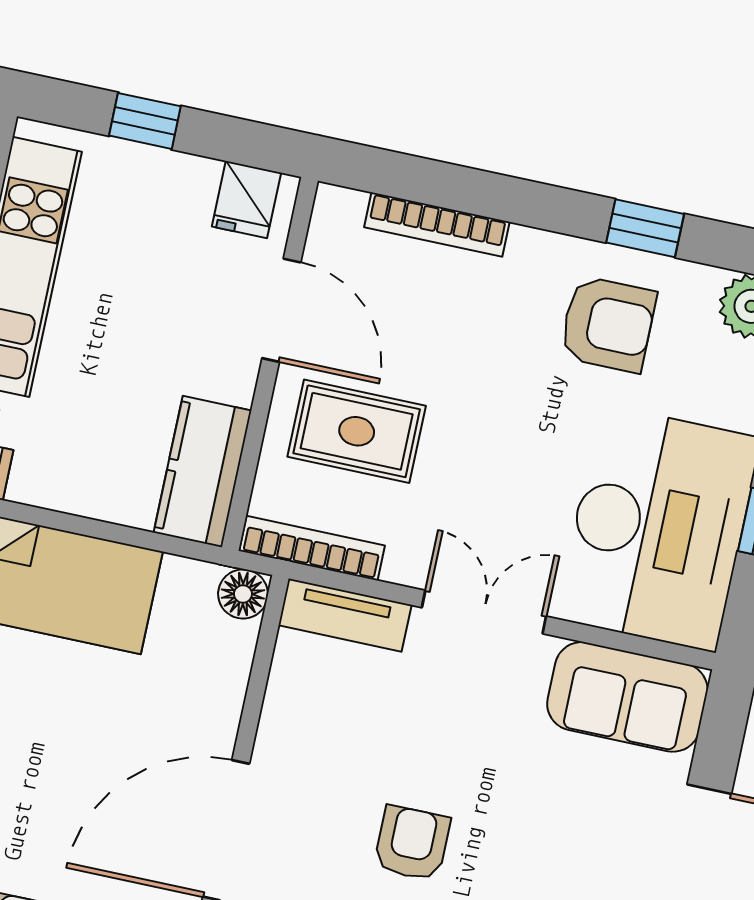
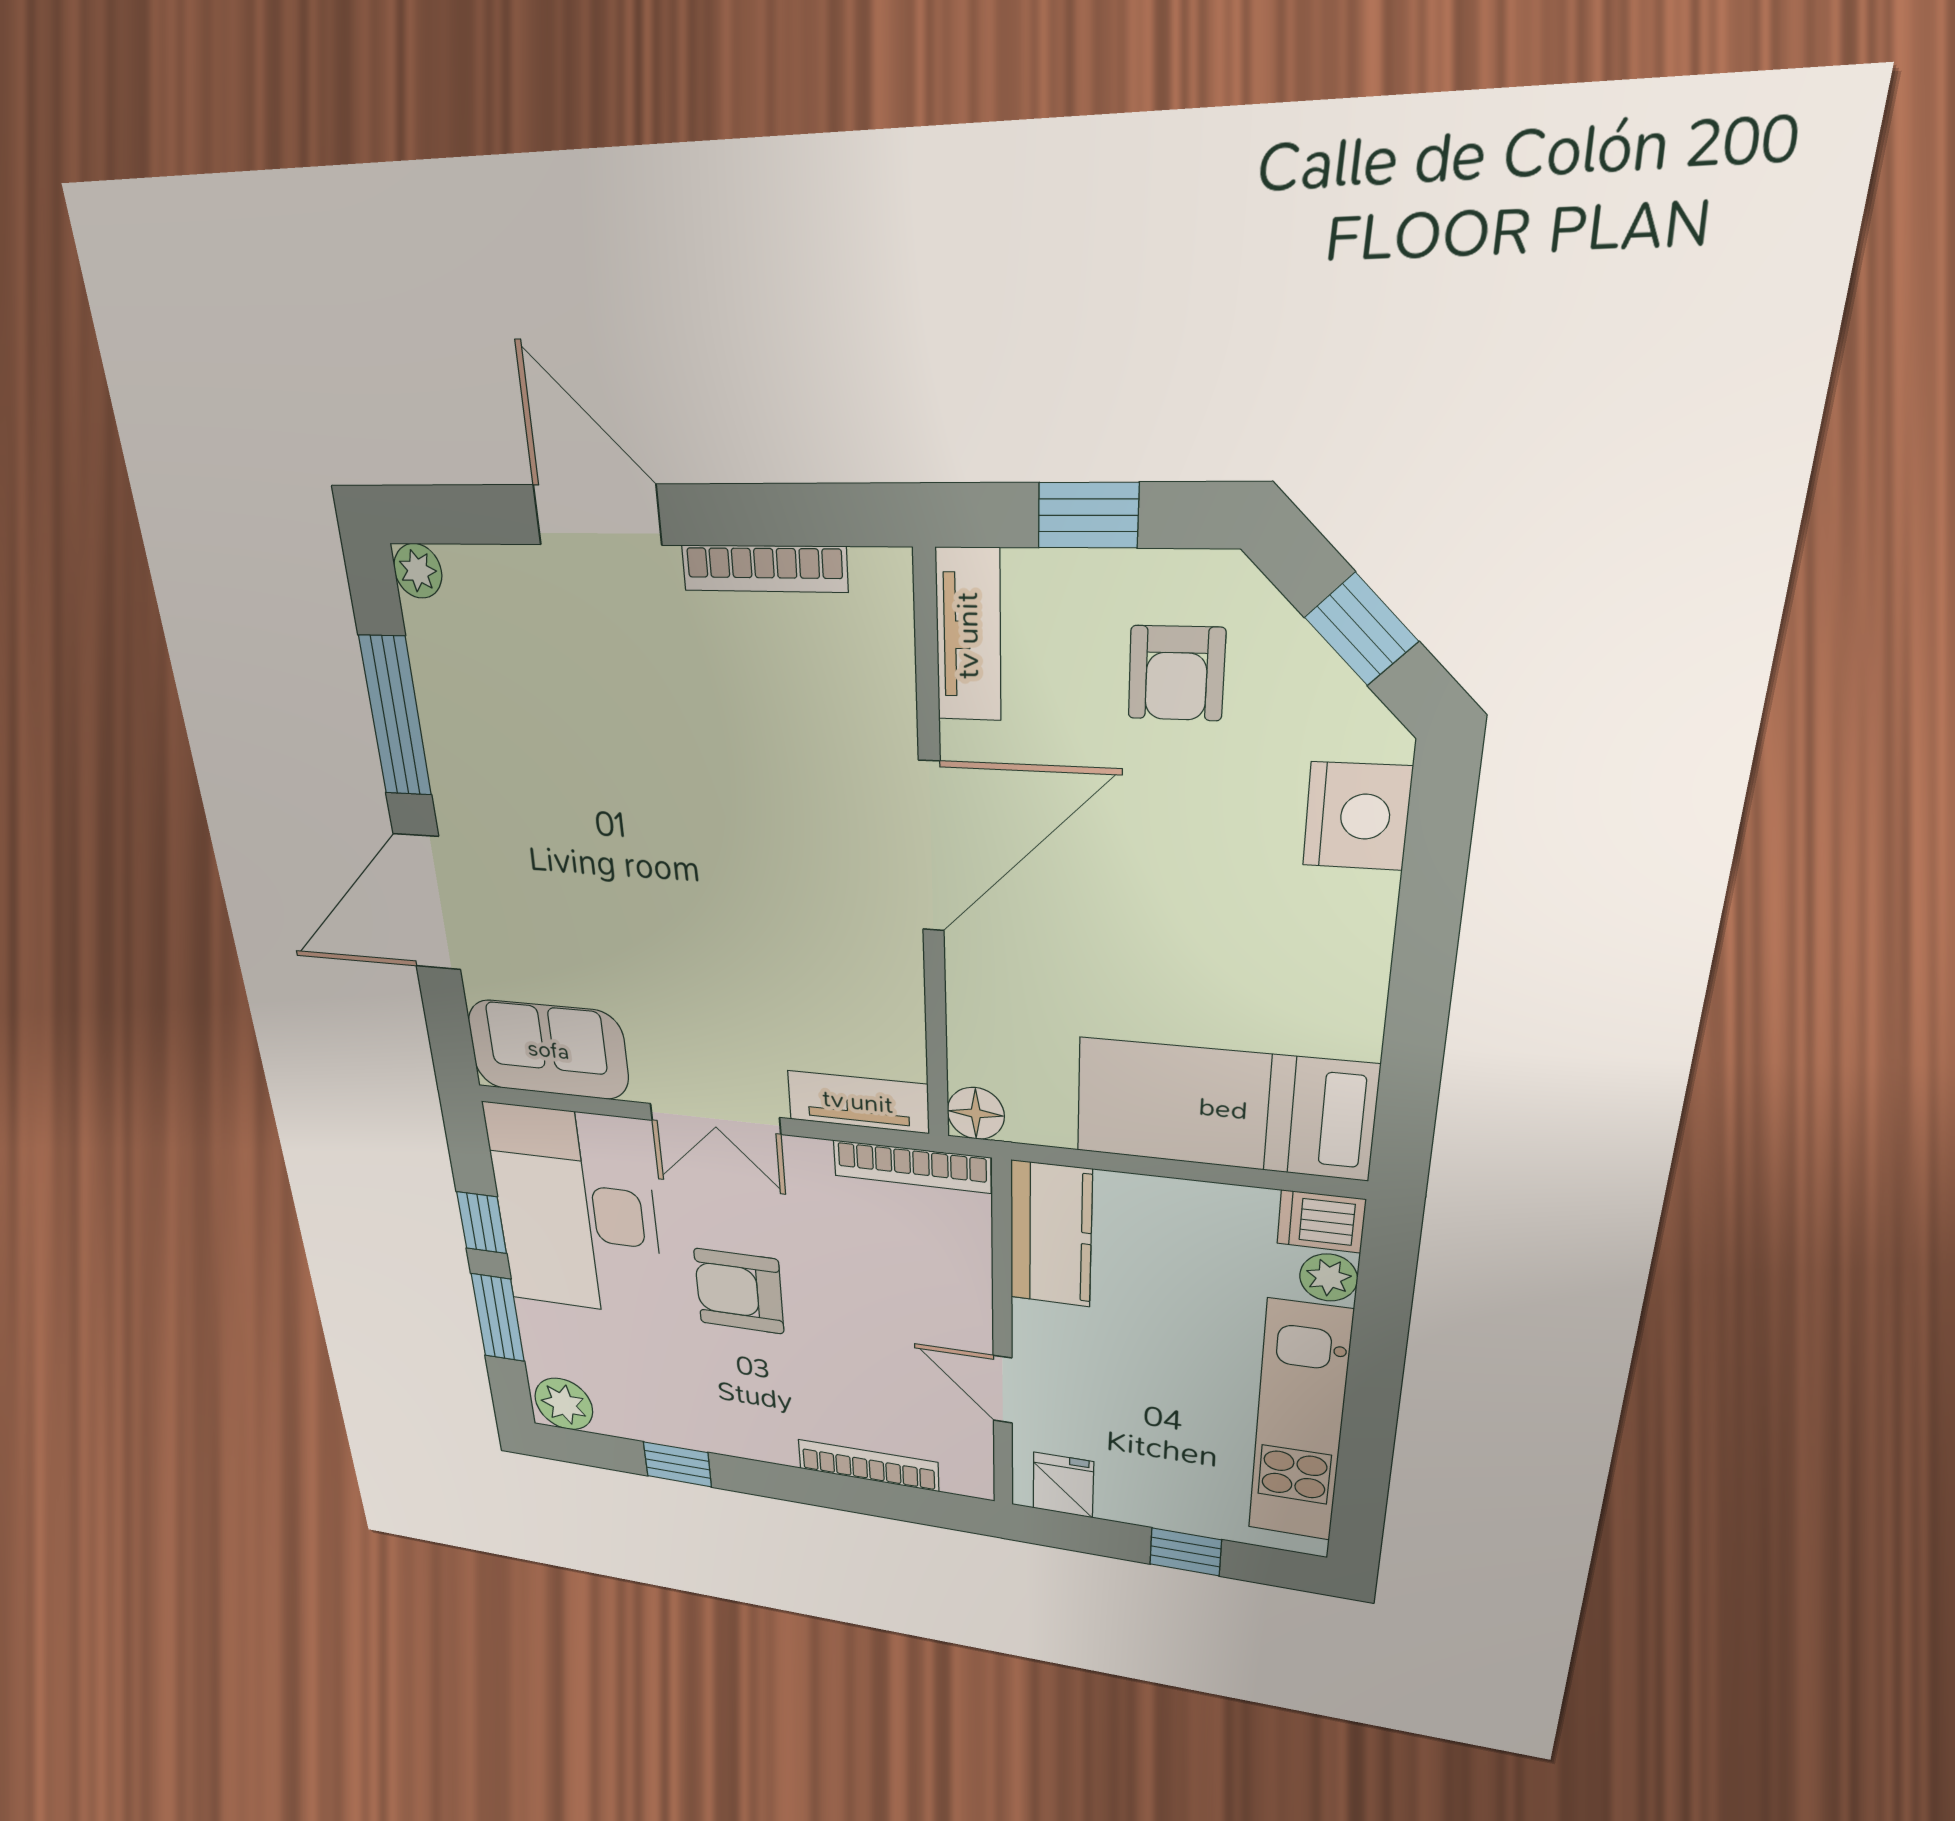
door: (281, 310) -> (1003, 1389), width x0.73
armchair: (608, 324) -> (739, 1291), moved
rug: (357, 431) -> (895, 1282), removed
armchair: (412, 843) -> (716, 865), removed

